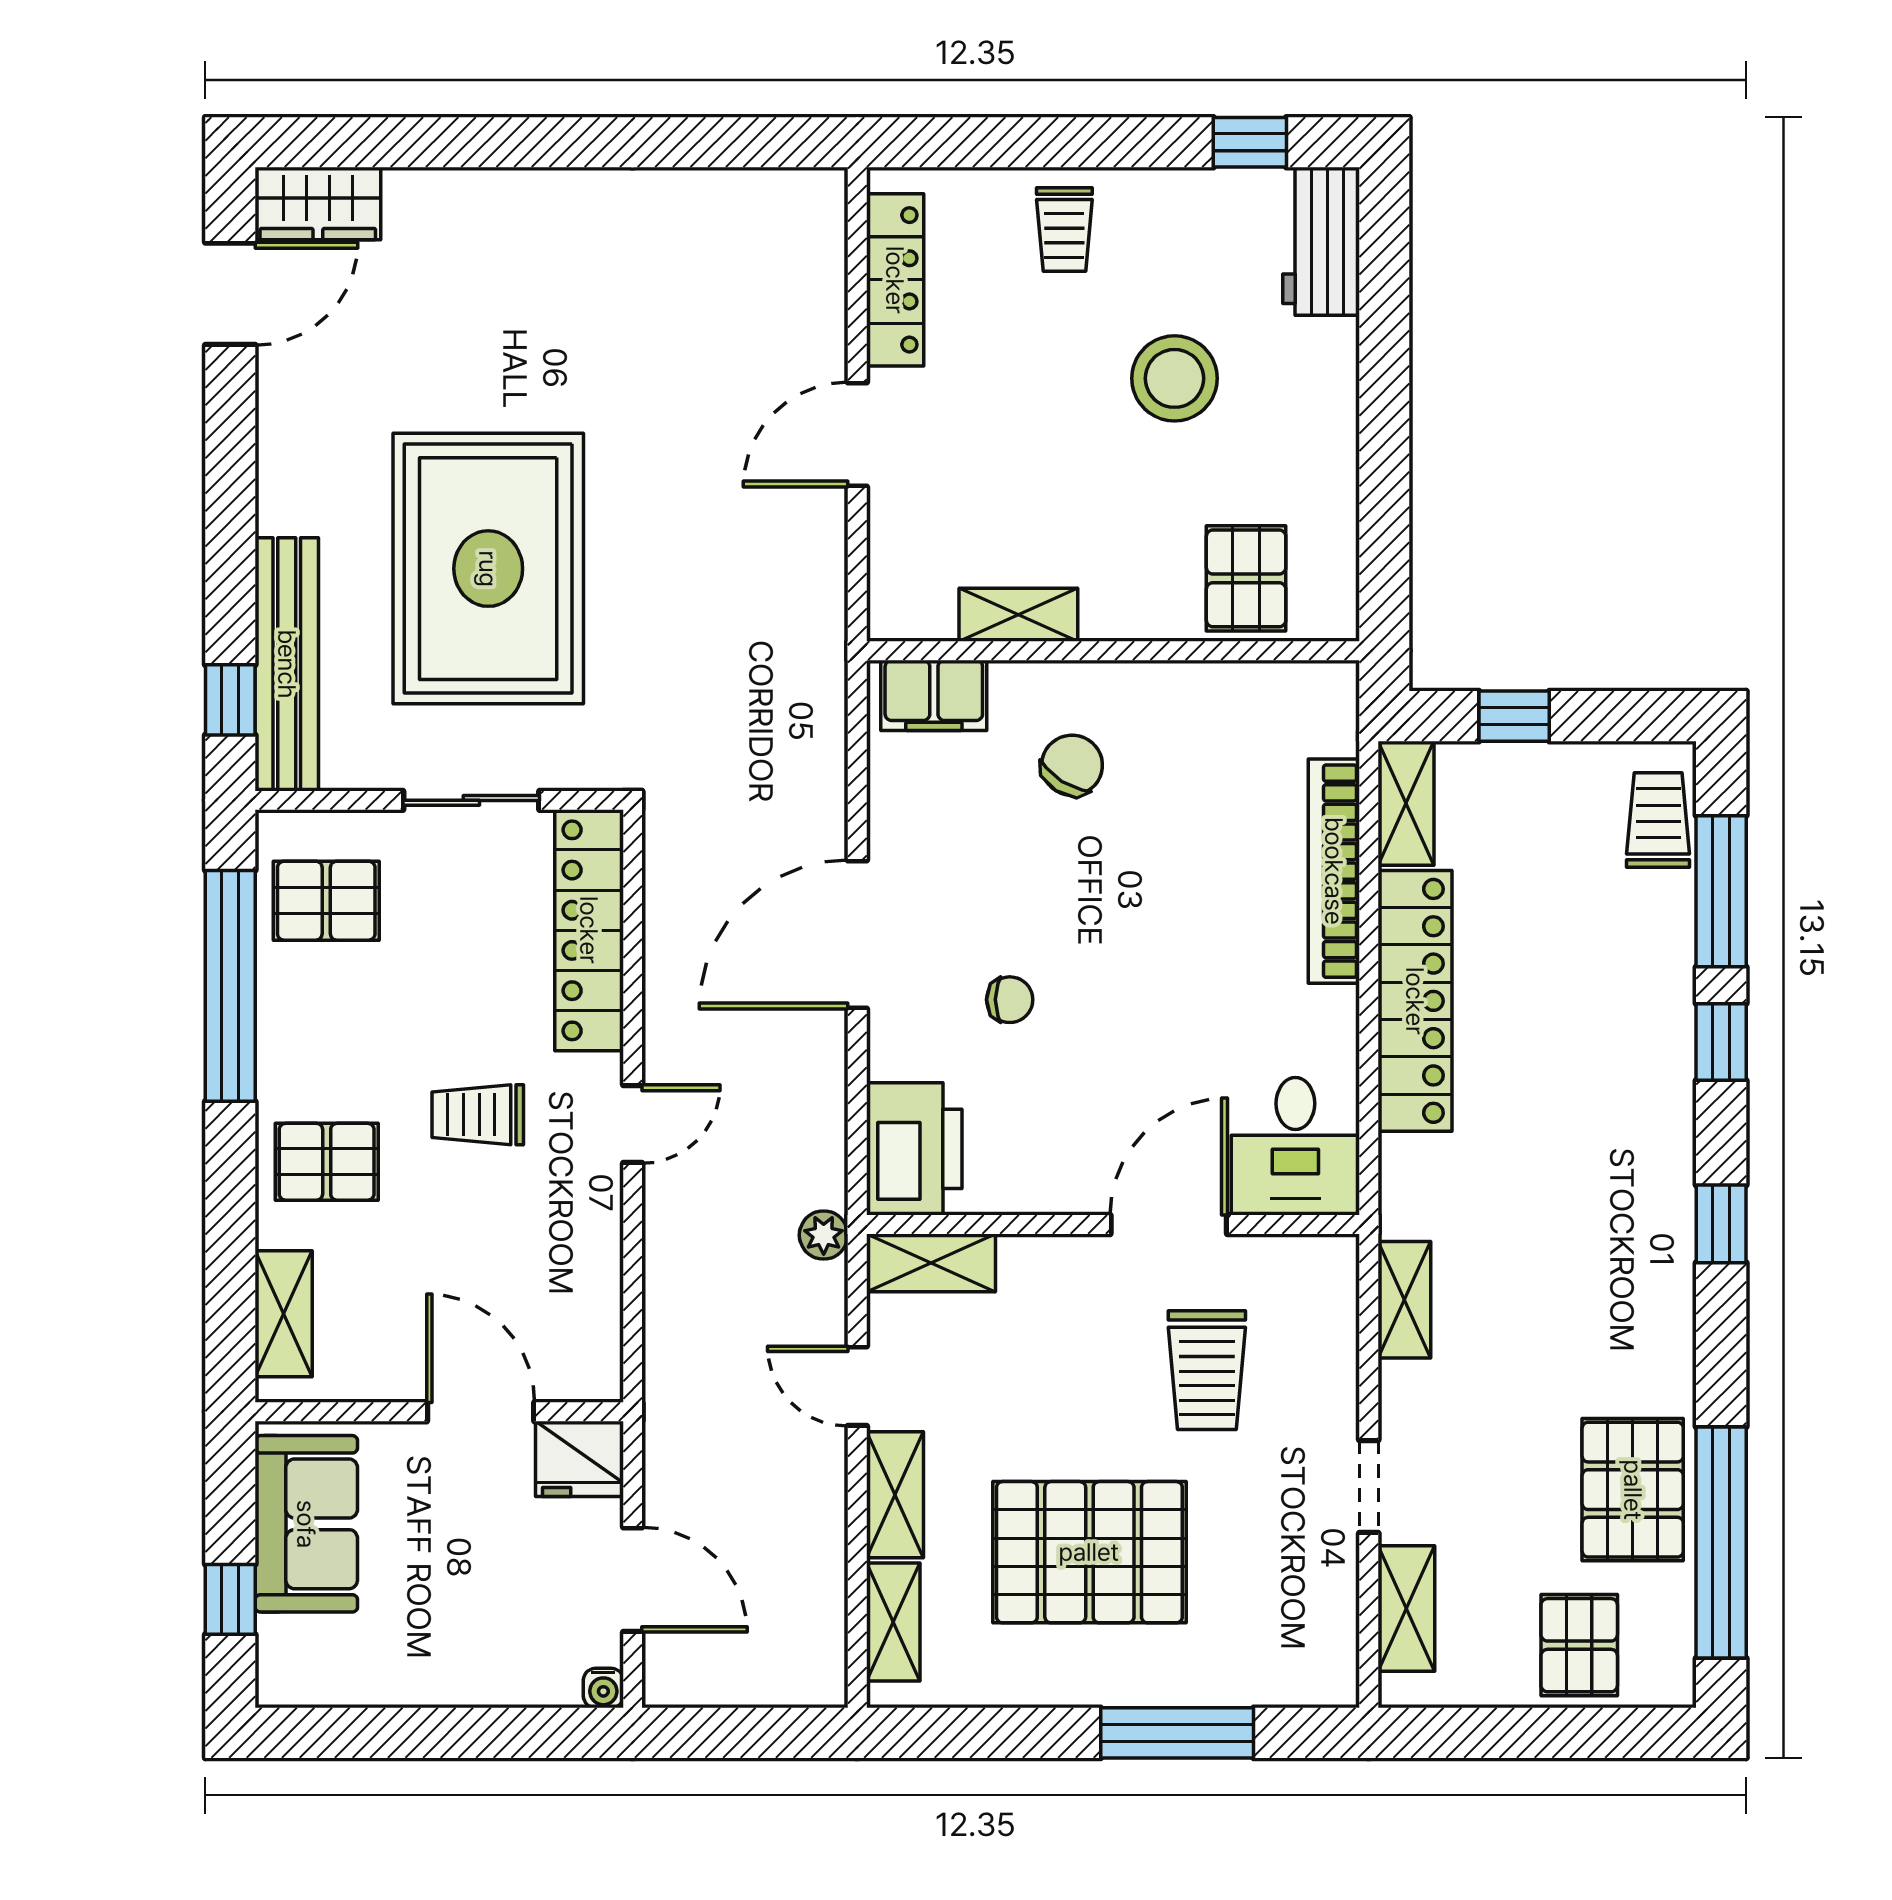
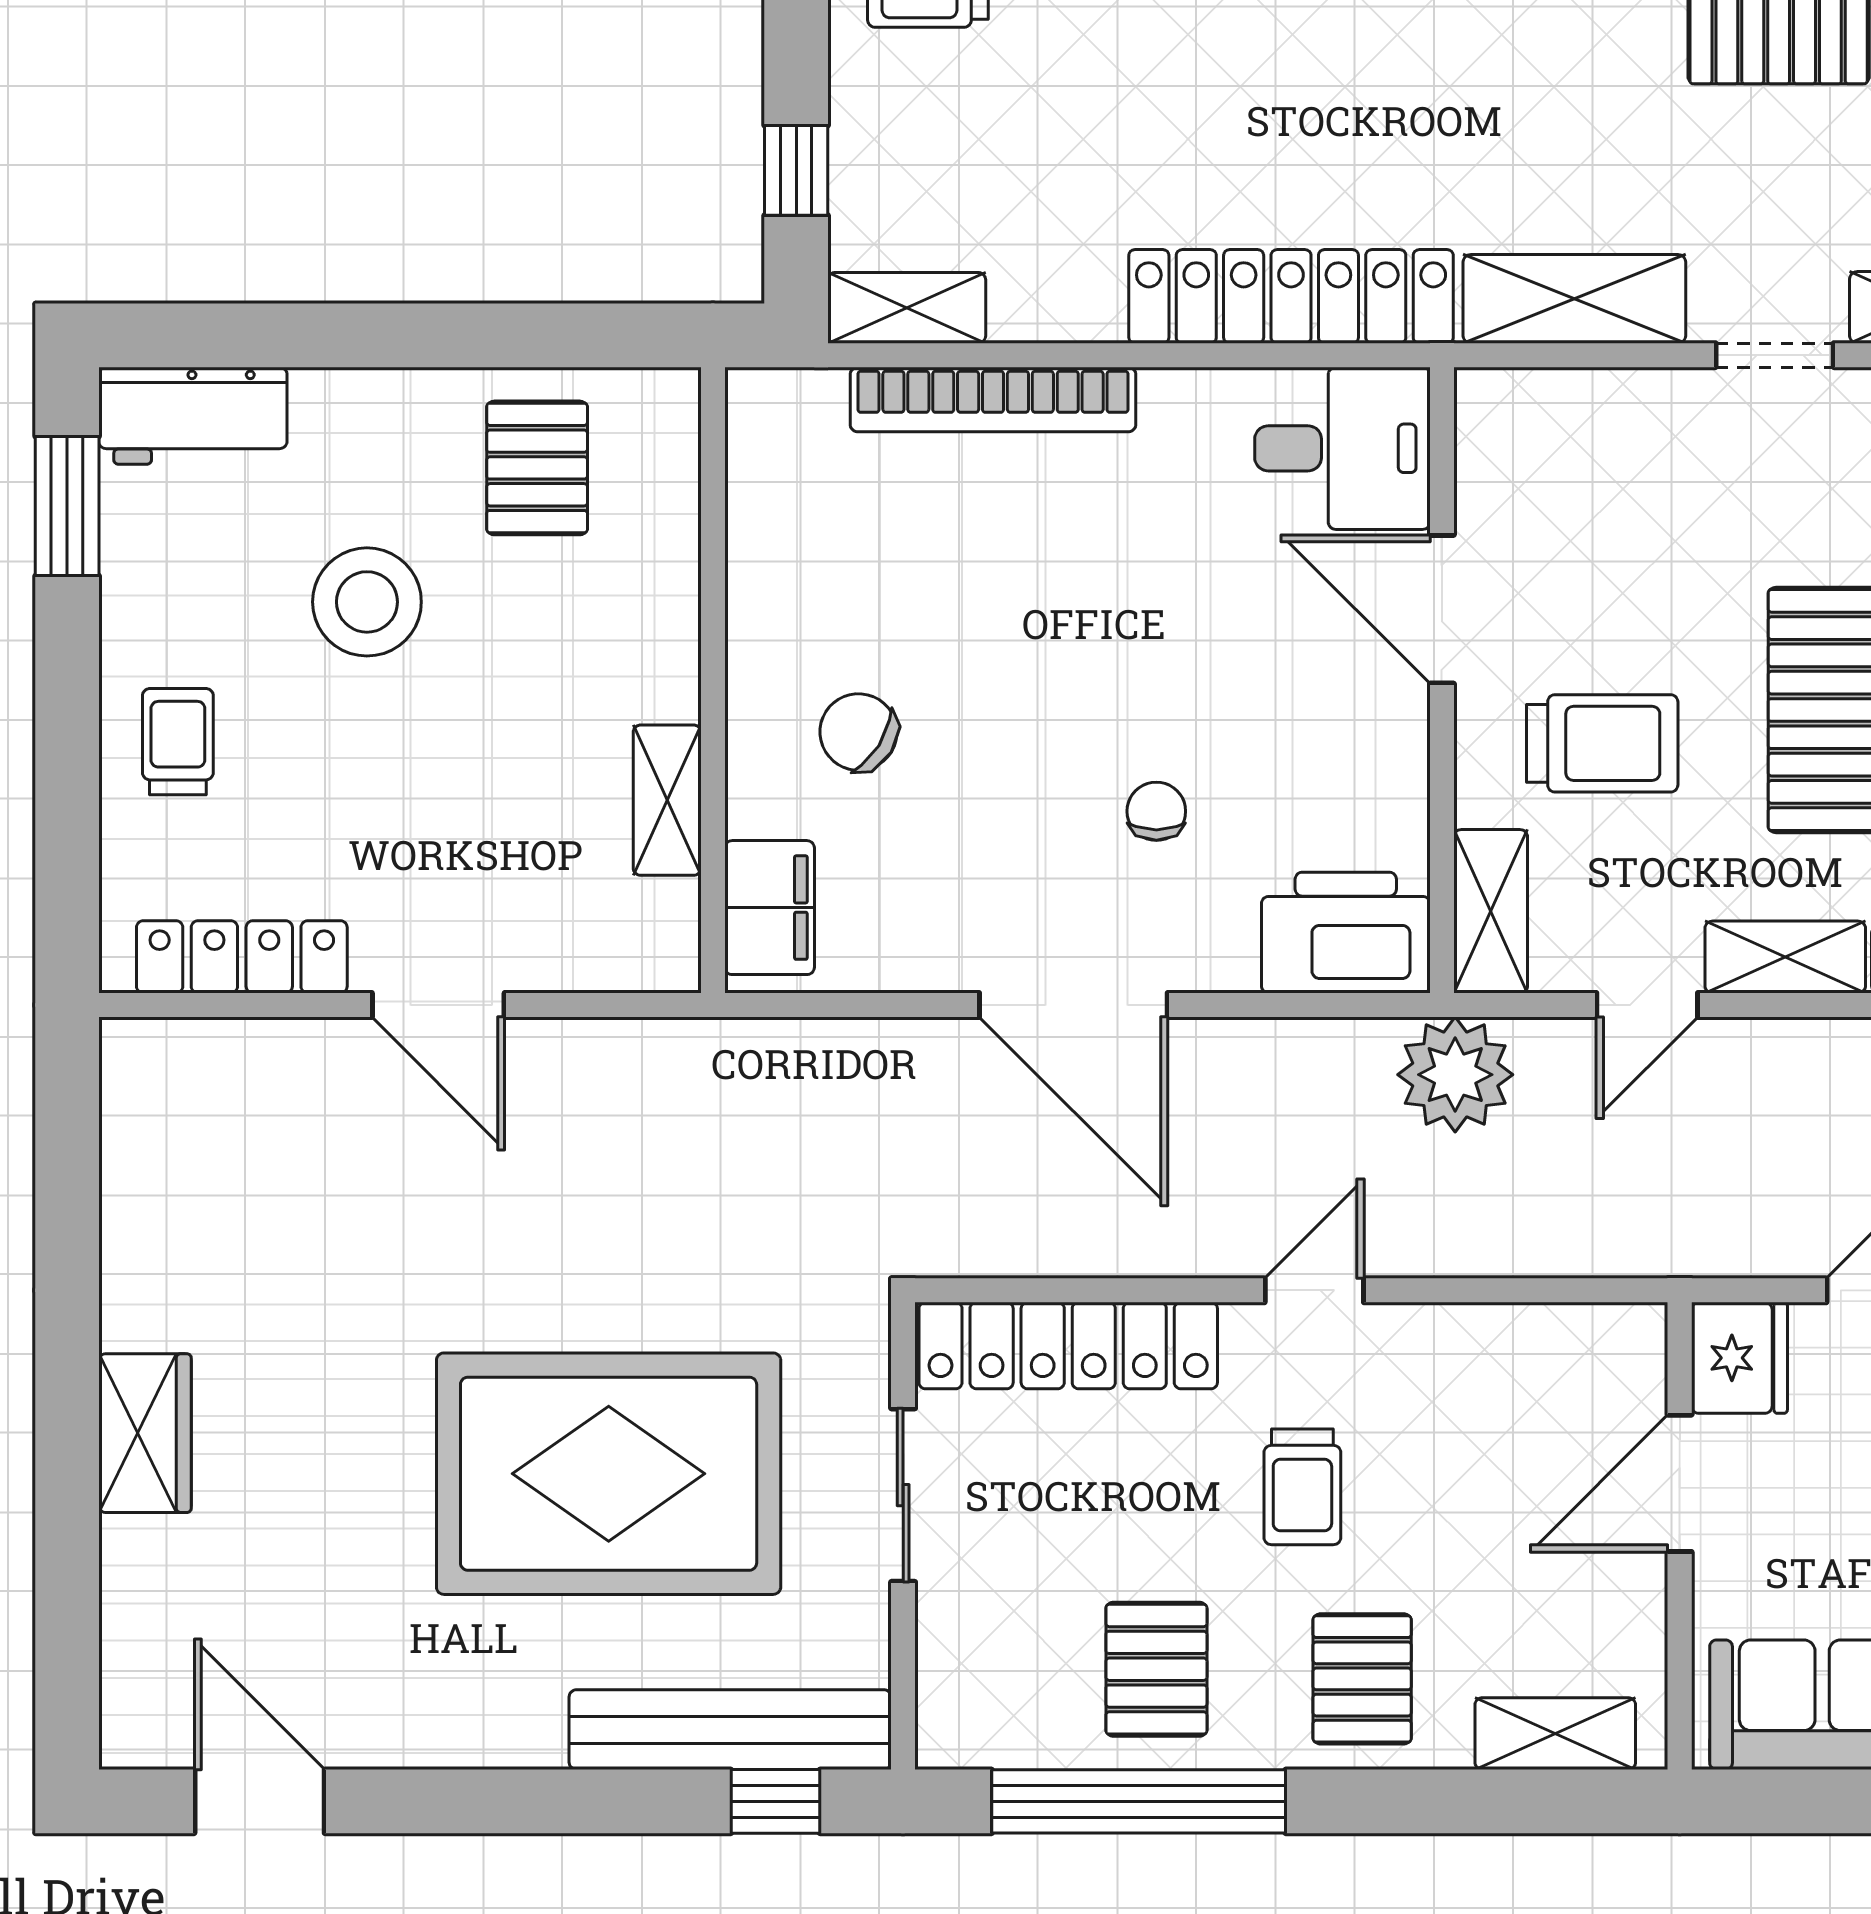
window: (1250, 142) -> (67, 506), width x1.50
wardrobe: (318, 204) -> (145, 1433), moved
trolley: (1064, 230) -> (178, 742), turned -90
pallet: (1246, 578) -> (537, 468), moved, turned 90
pallet: (326, 901) -> (1156, 1669), moved
locker: (1415, 1001) -> (1291, 296), moved
door: (633, 1124) -> (1314, 1290), hinge flipped
plant: (824, 1235) -> (1455, 1075), width x1.87, depth x1.87
shelving: (1404, 1300) -> (1574, 299), width x1.50, depth x1.33
trolley: (1207, 1370) -> (1602, 743), moved

